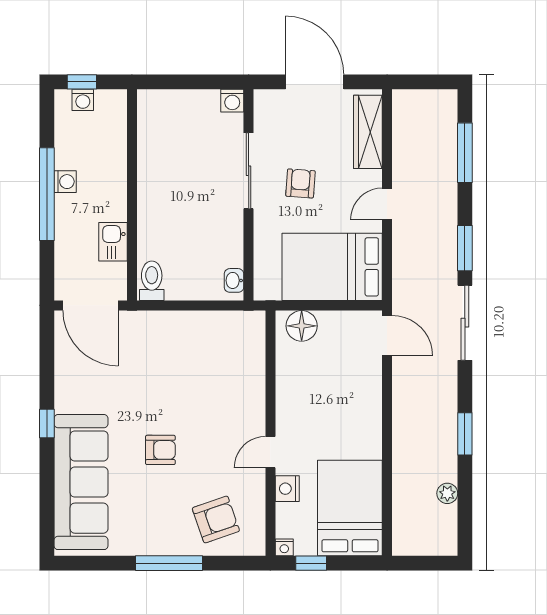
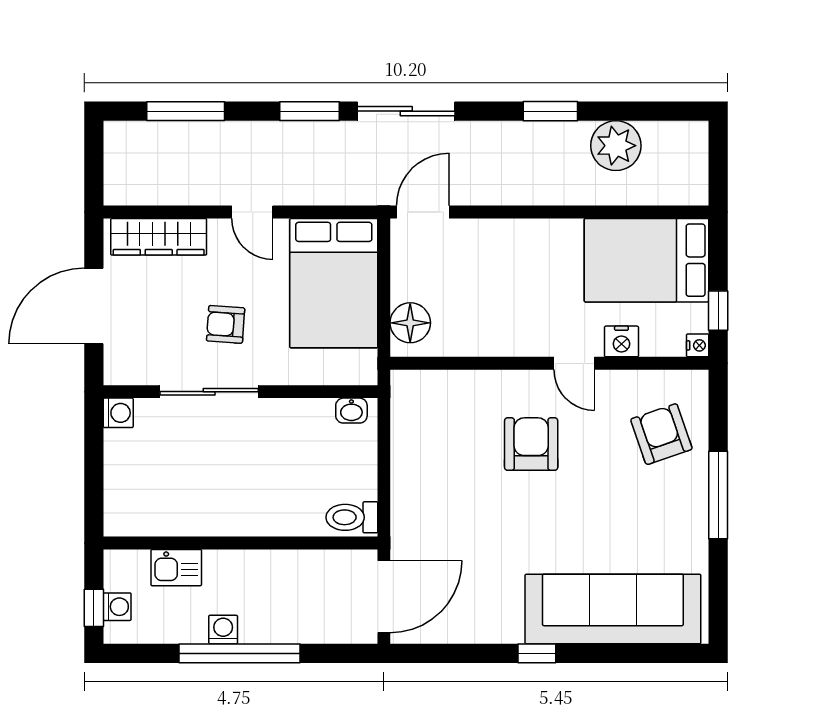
kitchen sink: (113, 242) -> (176, 568), moved
armchair: (160, 450) -> (531, 444), moved, width x1.38, depth x1.38
plant: (447, 493) -> (616, 146), width x1.88, depth x1.88

